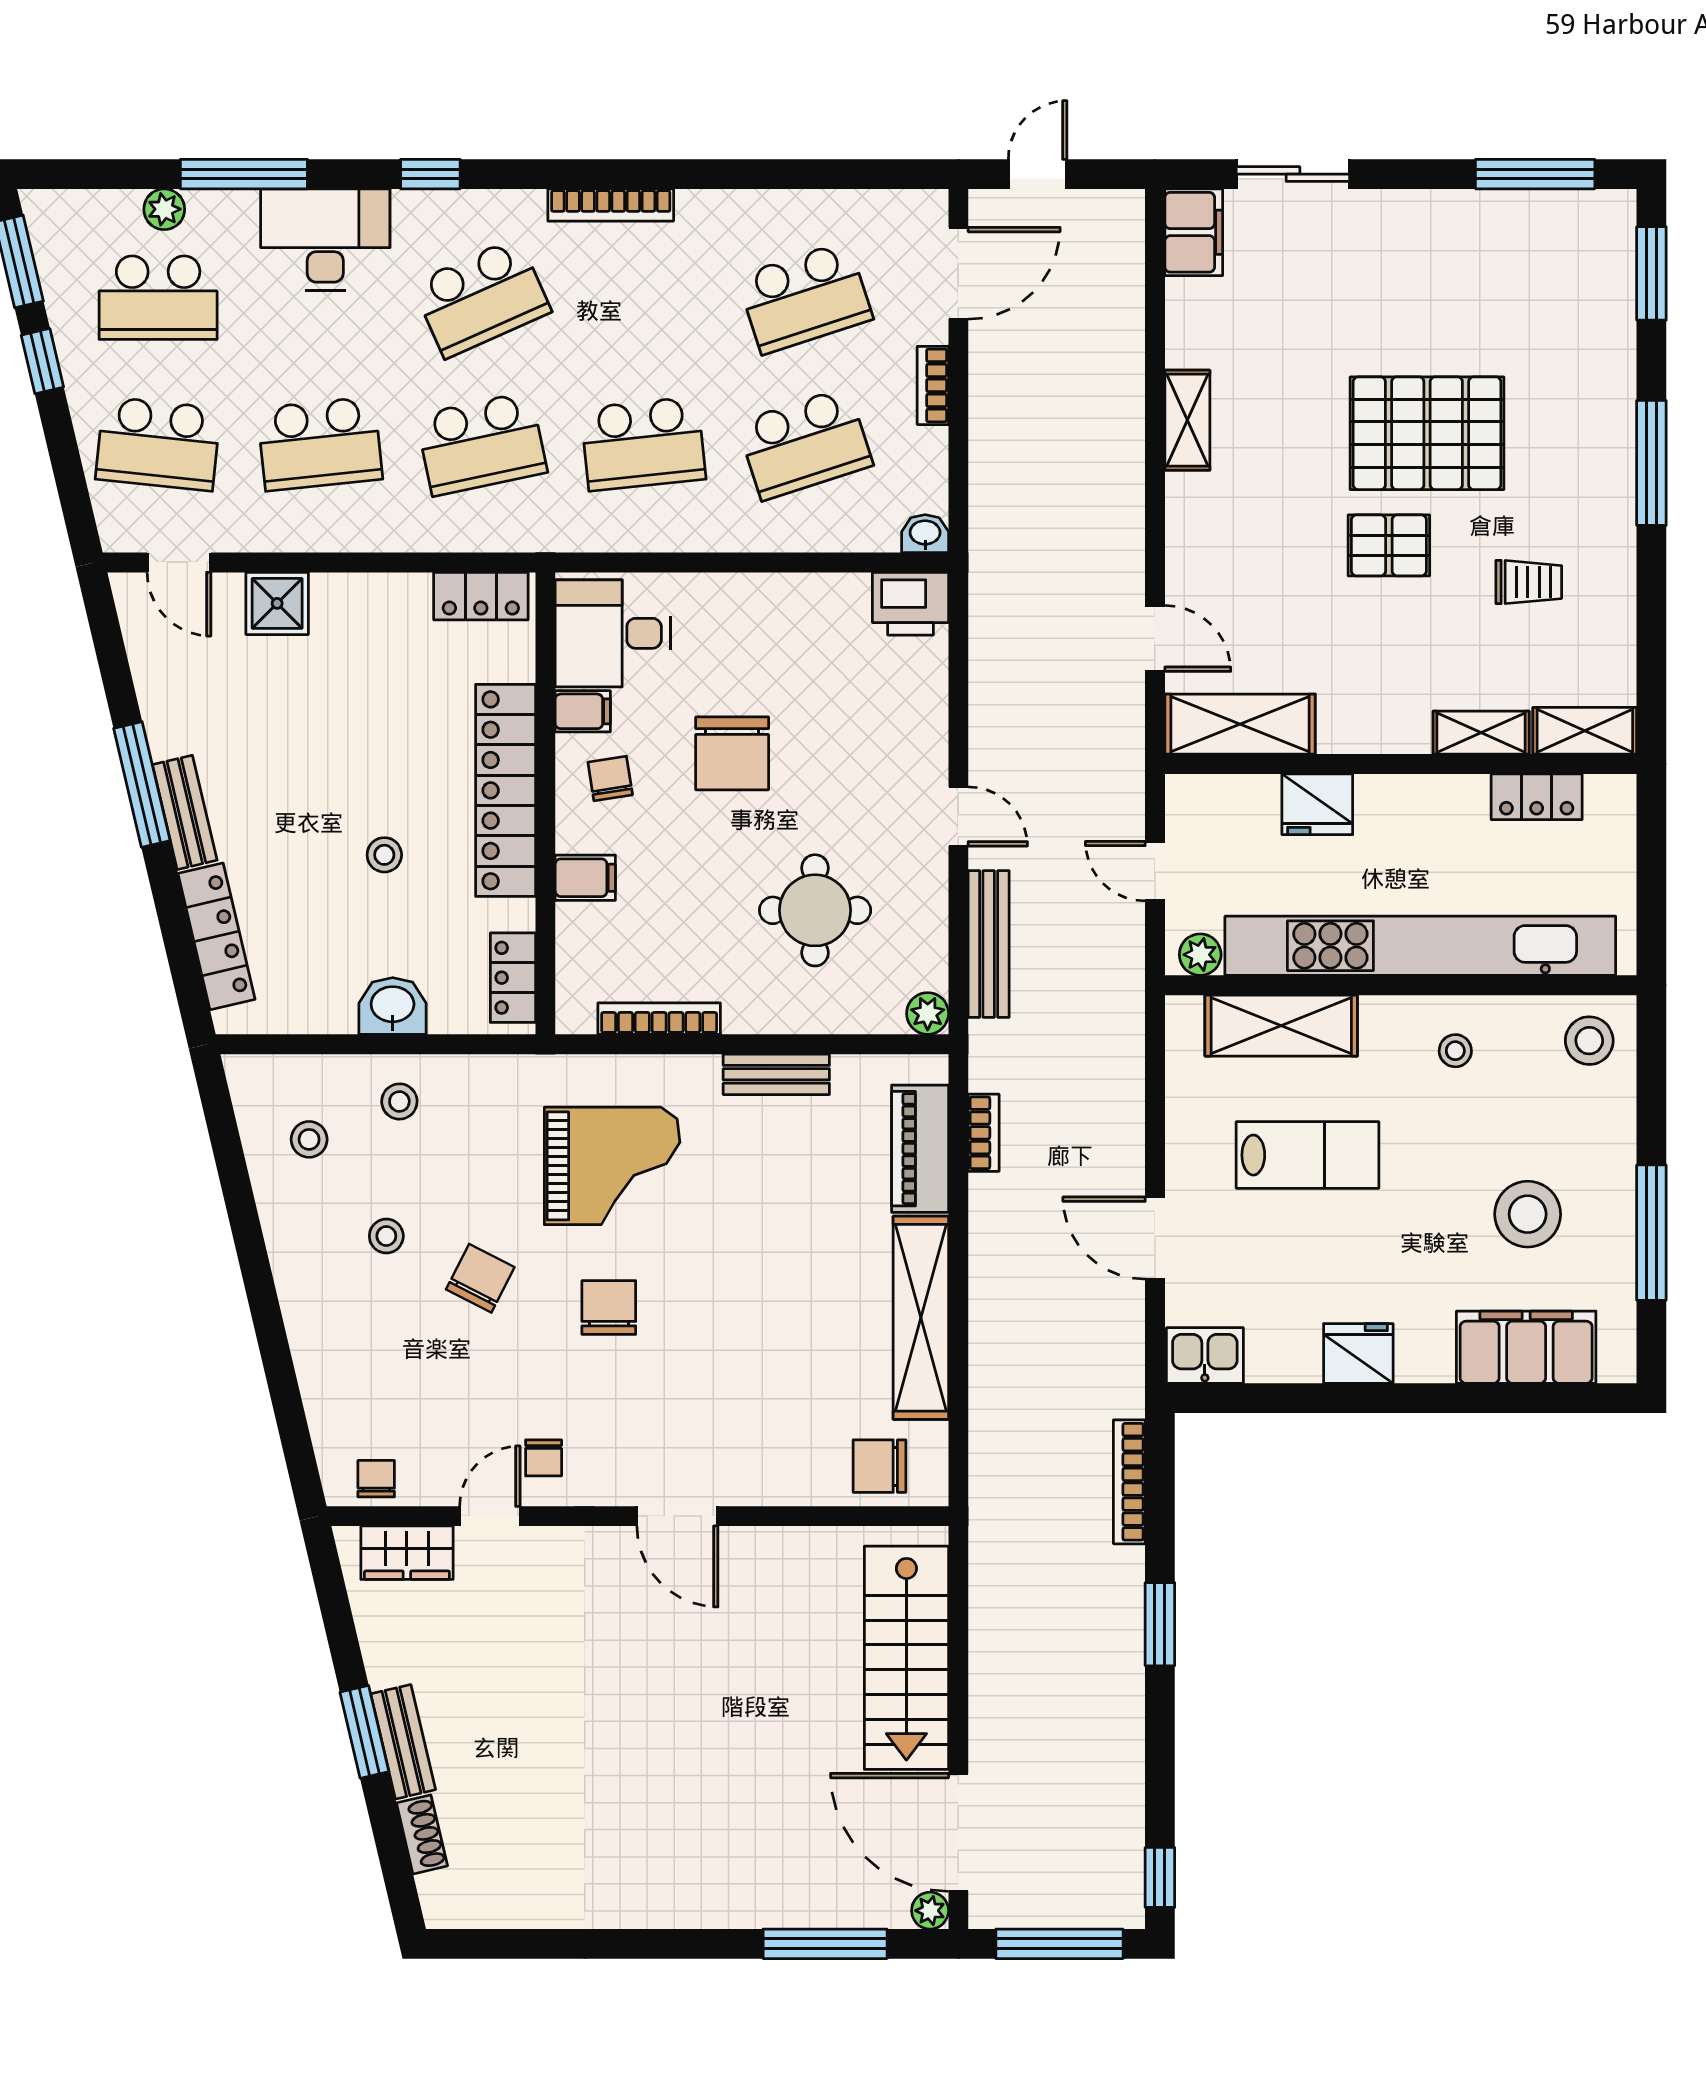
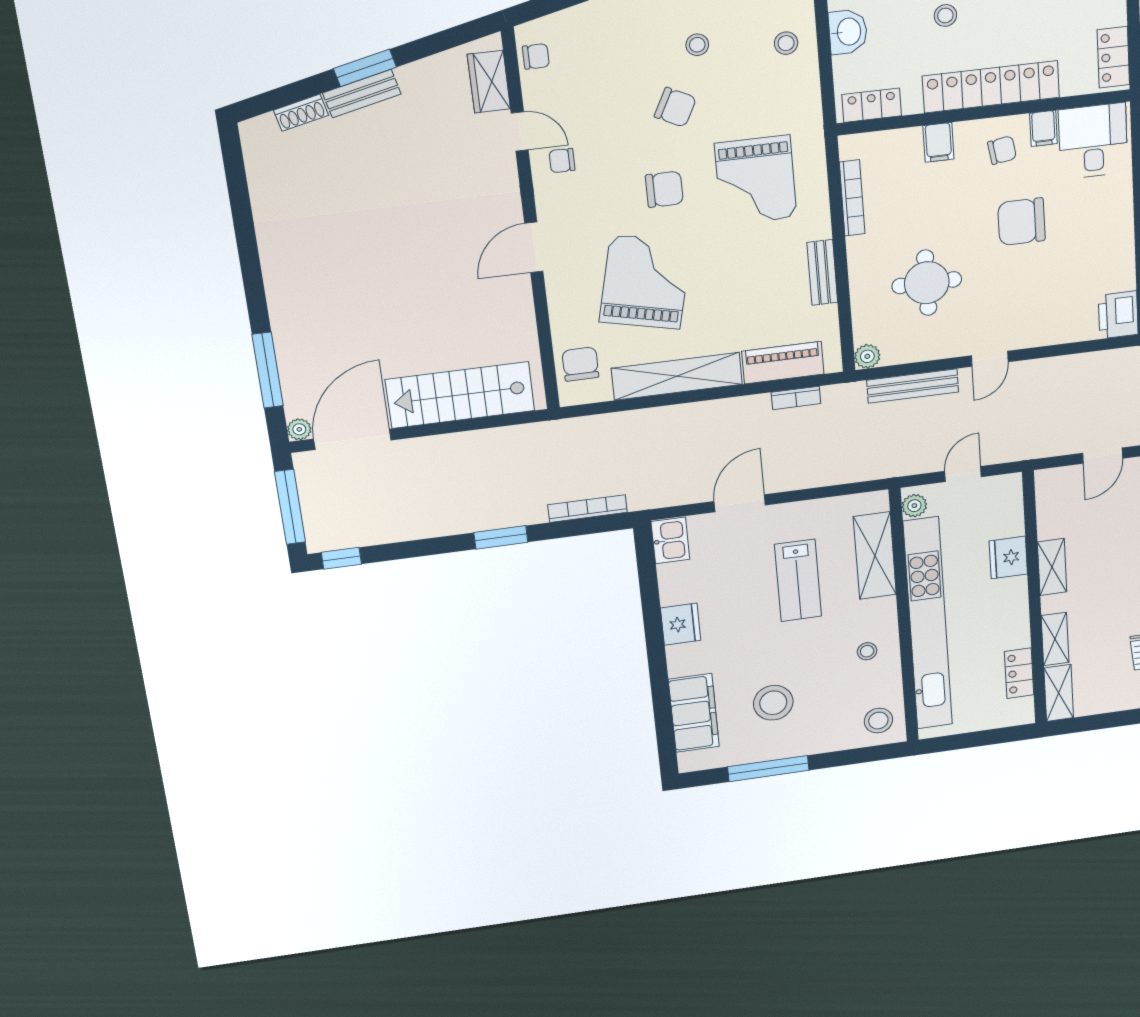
shelving: (1240, 724) -> (1052, 567), moved, width x0.67, depth x0.75
grand piano: (756, 1351) -> (645, 282), added

